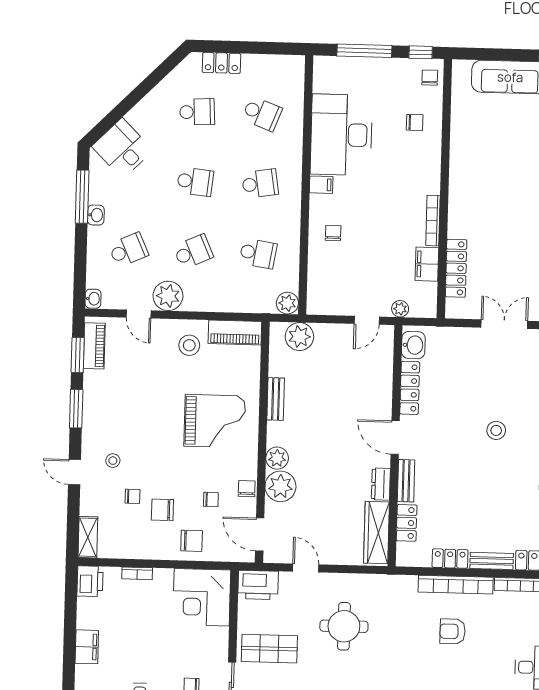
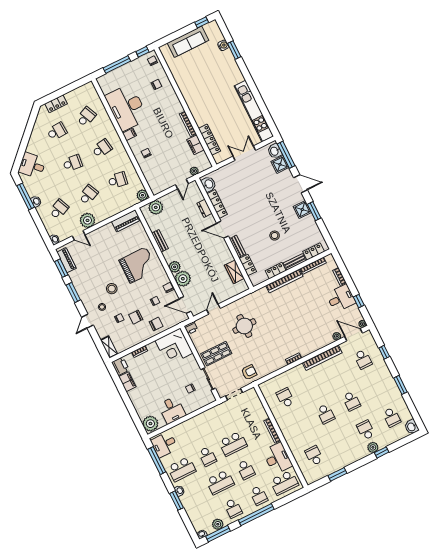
school desk: (262, 114) -> (86, 117), turned -45
stool: (189, 345) -> (112, 289), moved
stool: (496, 430) -> (275, 236), moved
door: (74, 472) -> (88, 321), hinge flipped
dresser: (381, 484) -> (204, 208), moved
wardrobe: (376, 533) -> (234, 272), width x0.67
door: (306, 568) -> (213, 309), hinge flipped
printer: (258, 585) -> (191, 328), width x0.53, depth x0.68
armchair: (452, 631) -> (294, 303), removed
filing cabinet: (87, 647) -> (127, 382), moved

